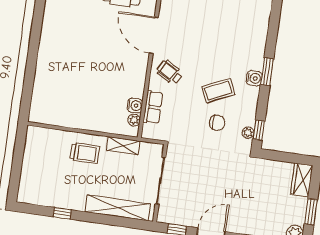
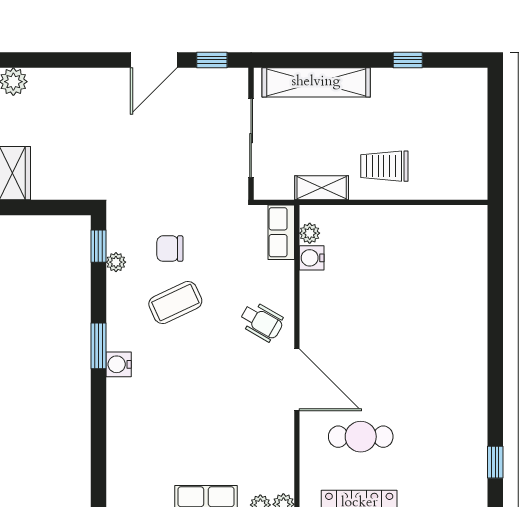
water cooler: (254, 78) -> (119, 364), moved
row of seats: (153, 107) -> (281, 232), moved
plant: (248, 133) -> (116, 262), moved

